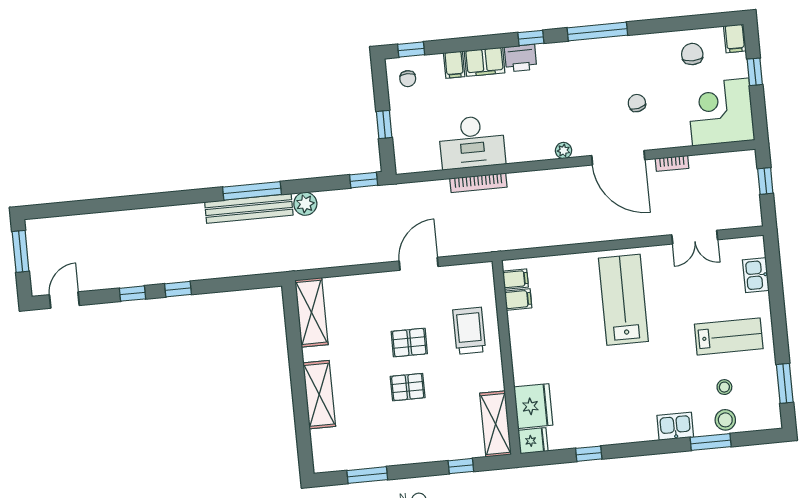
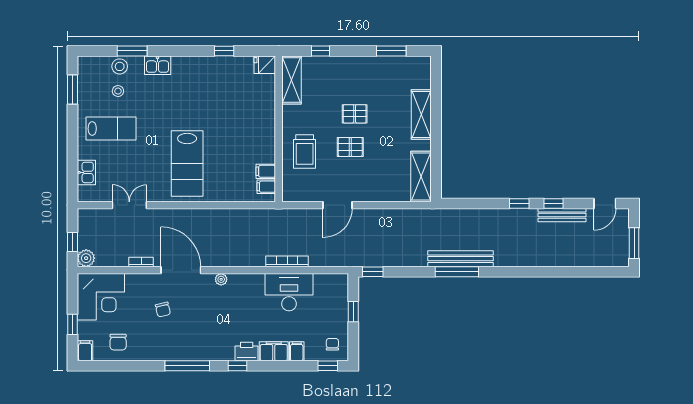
plant: (305, 204) -> (86, 258), moved
bench: (120, 279) -> (562, 215), added
lab bench: (729, 336) -> (111, 129), turned 180
fridge: (533, 406) -> (262, 91), removed

